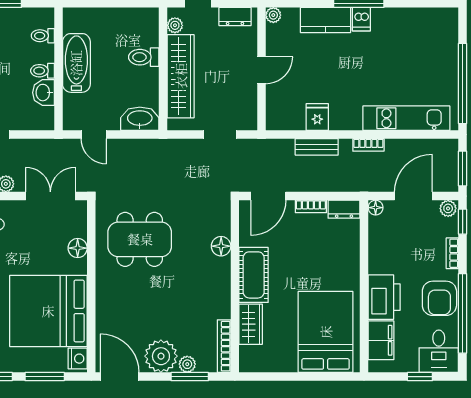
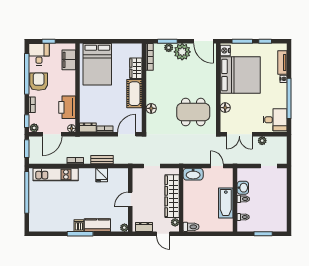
toilet: (144, 57) -> (191, 227), moved
printer: (384, 297) -> (67, 107), moved

